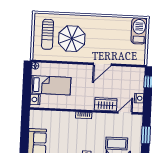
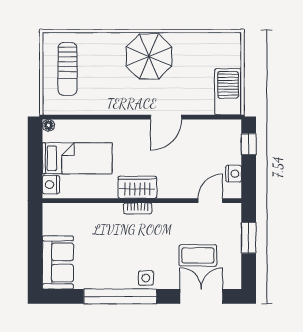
barbecue: (139, 31) -> (228, 92), moved
parasol: (72, 39) -> (149, 57), moved
wardrobe: (106, 104) -> (137, 187), moved

